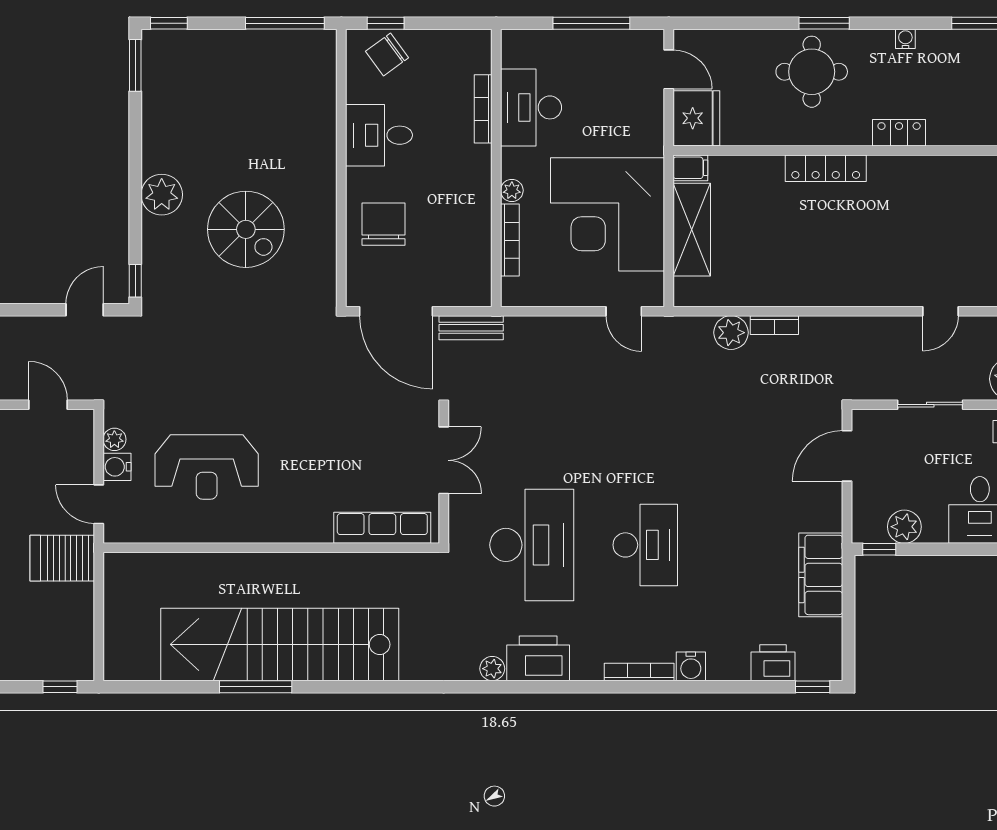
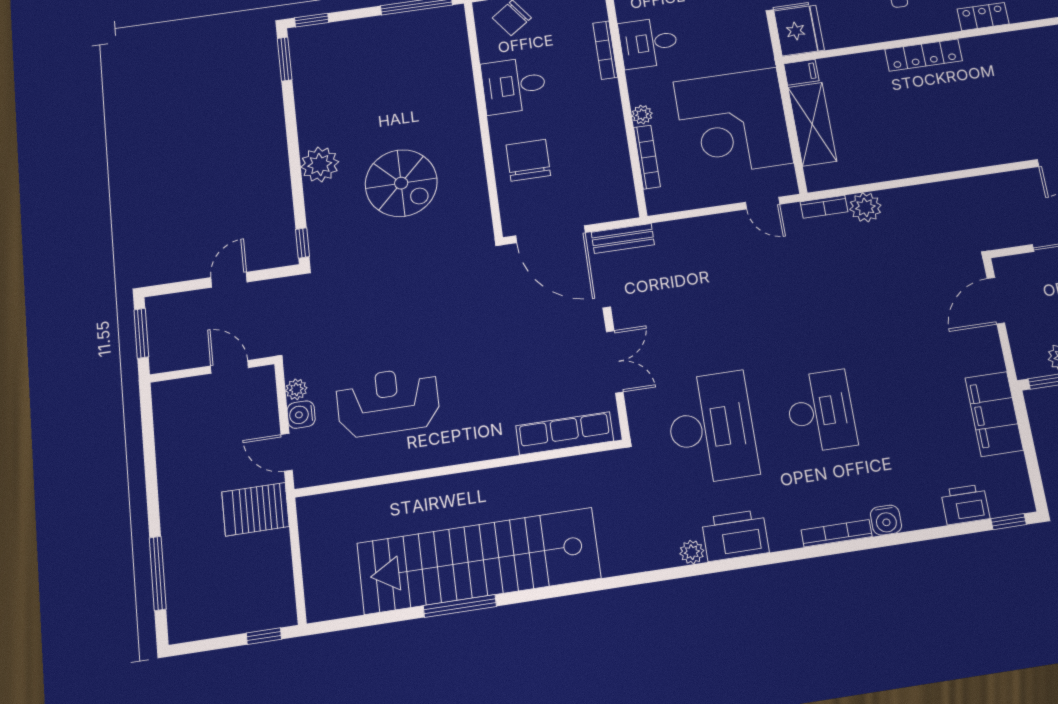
desk: (531, 107) -> (648, 43), width x0.73
door: (85, 310) -> (229, 280), moved
bookcase: (774, 325) -> (824, 207), moved
reception desk: (207, 467) -> (388, 402), turned 180

